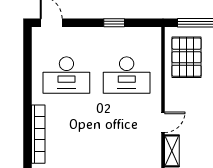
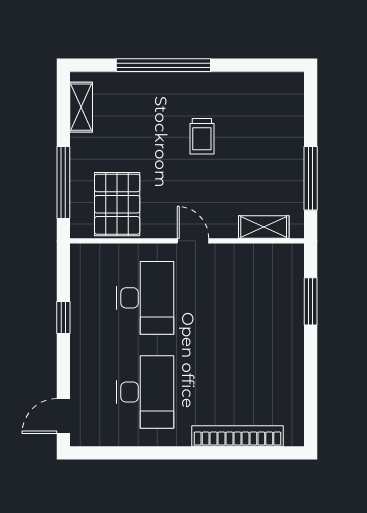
pallet: (187, 57) -> (117, 204), turned 90
door: (163, 122) -> (193, 241), moved

